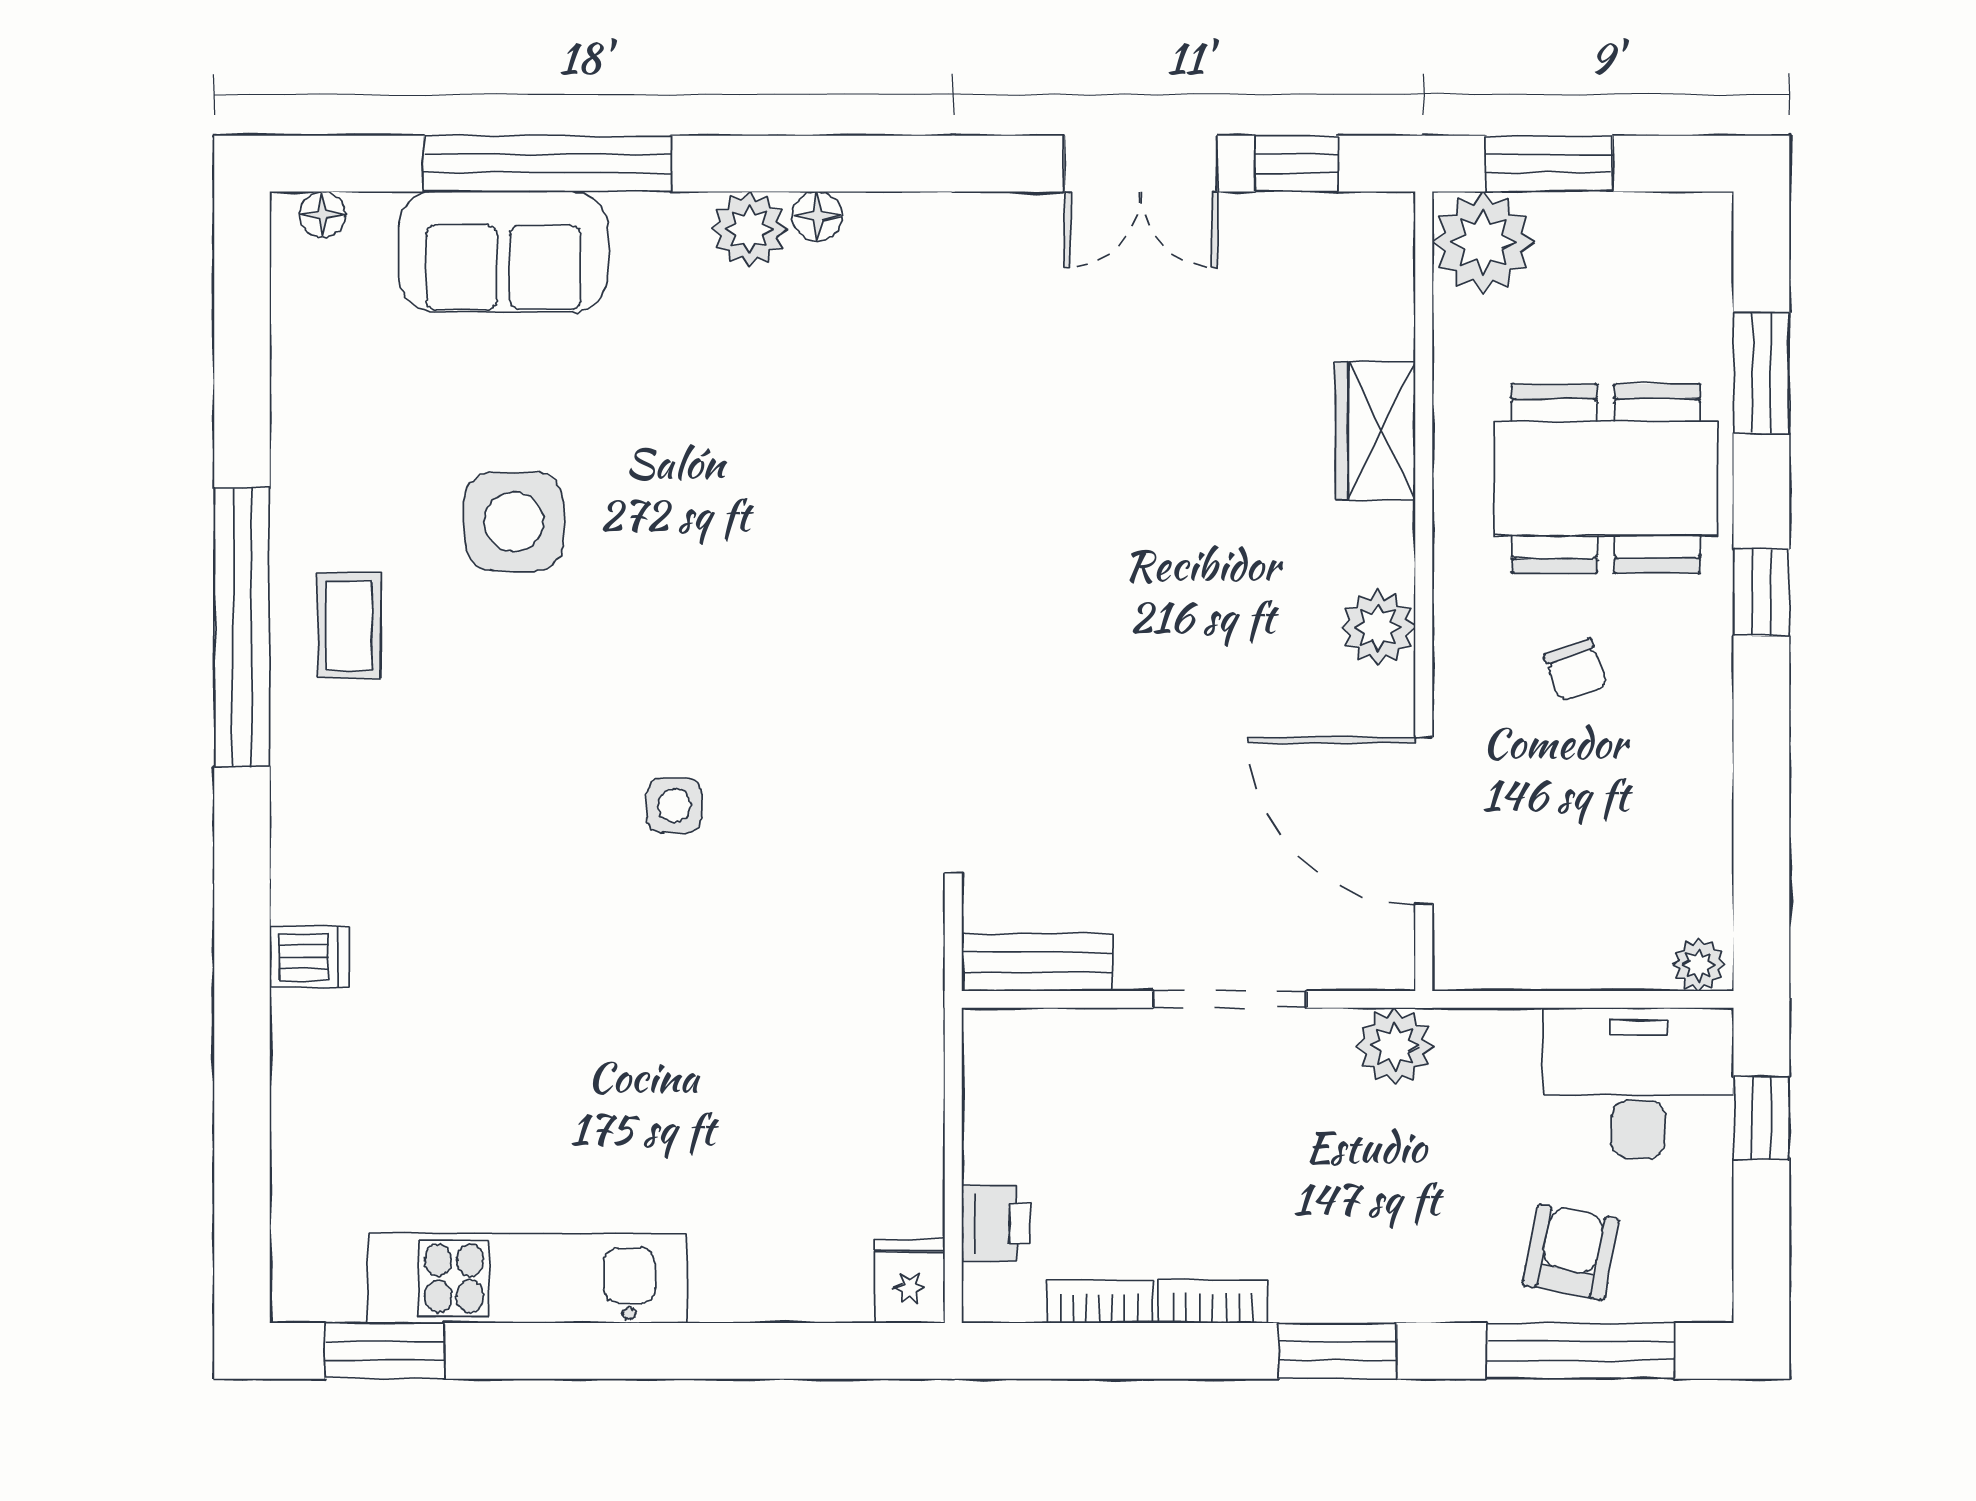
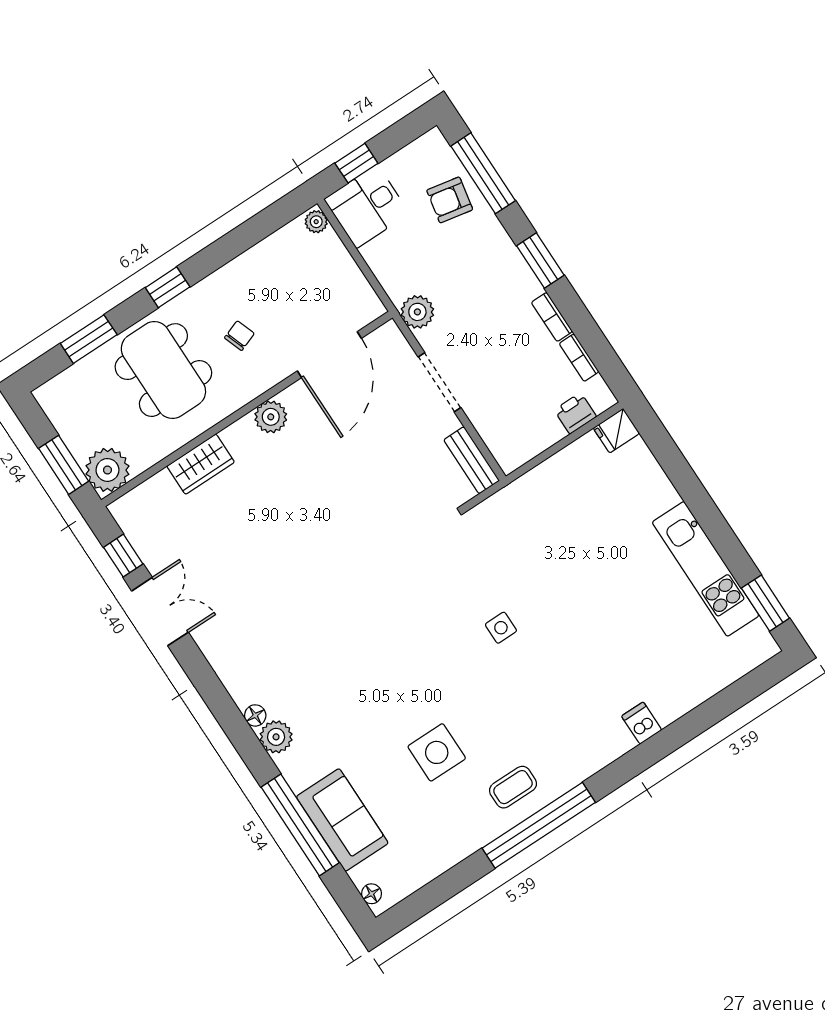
desk: (1638, 1083) -> (367, 206), width x0.73

